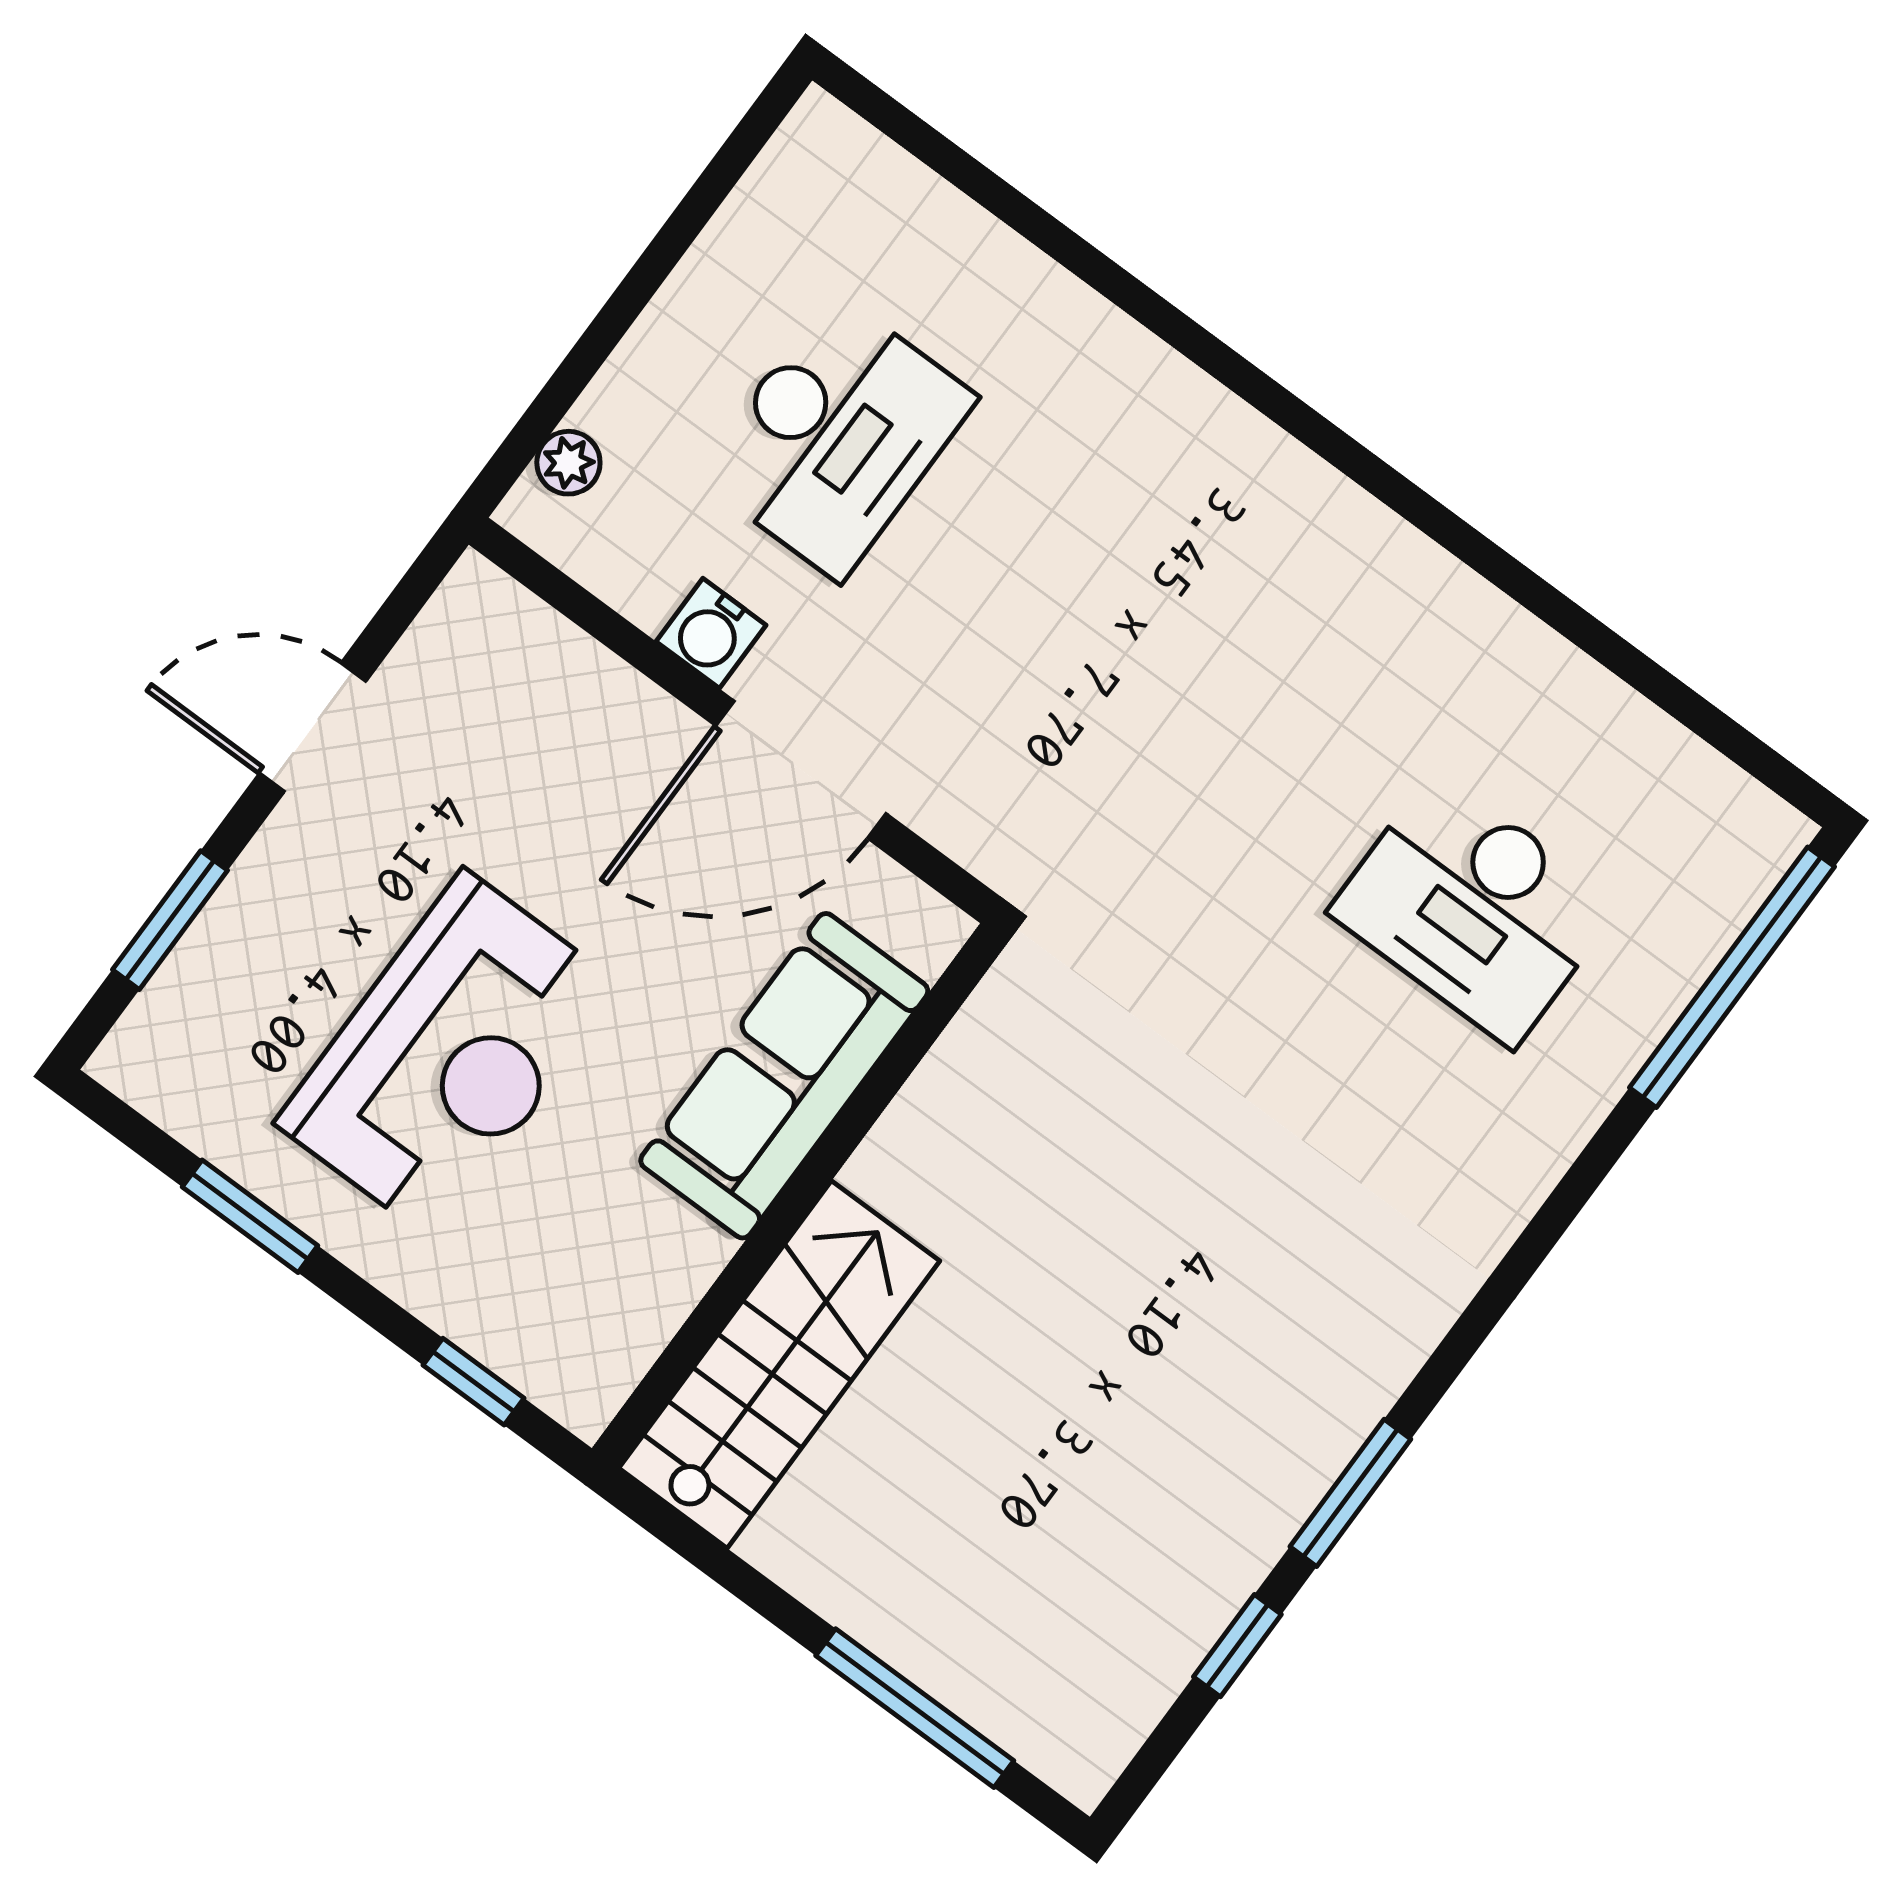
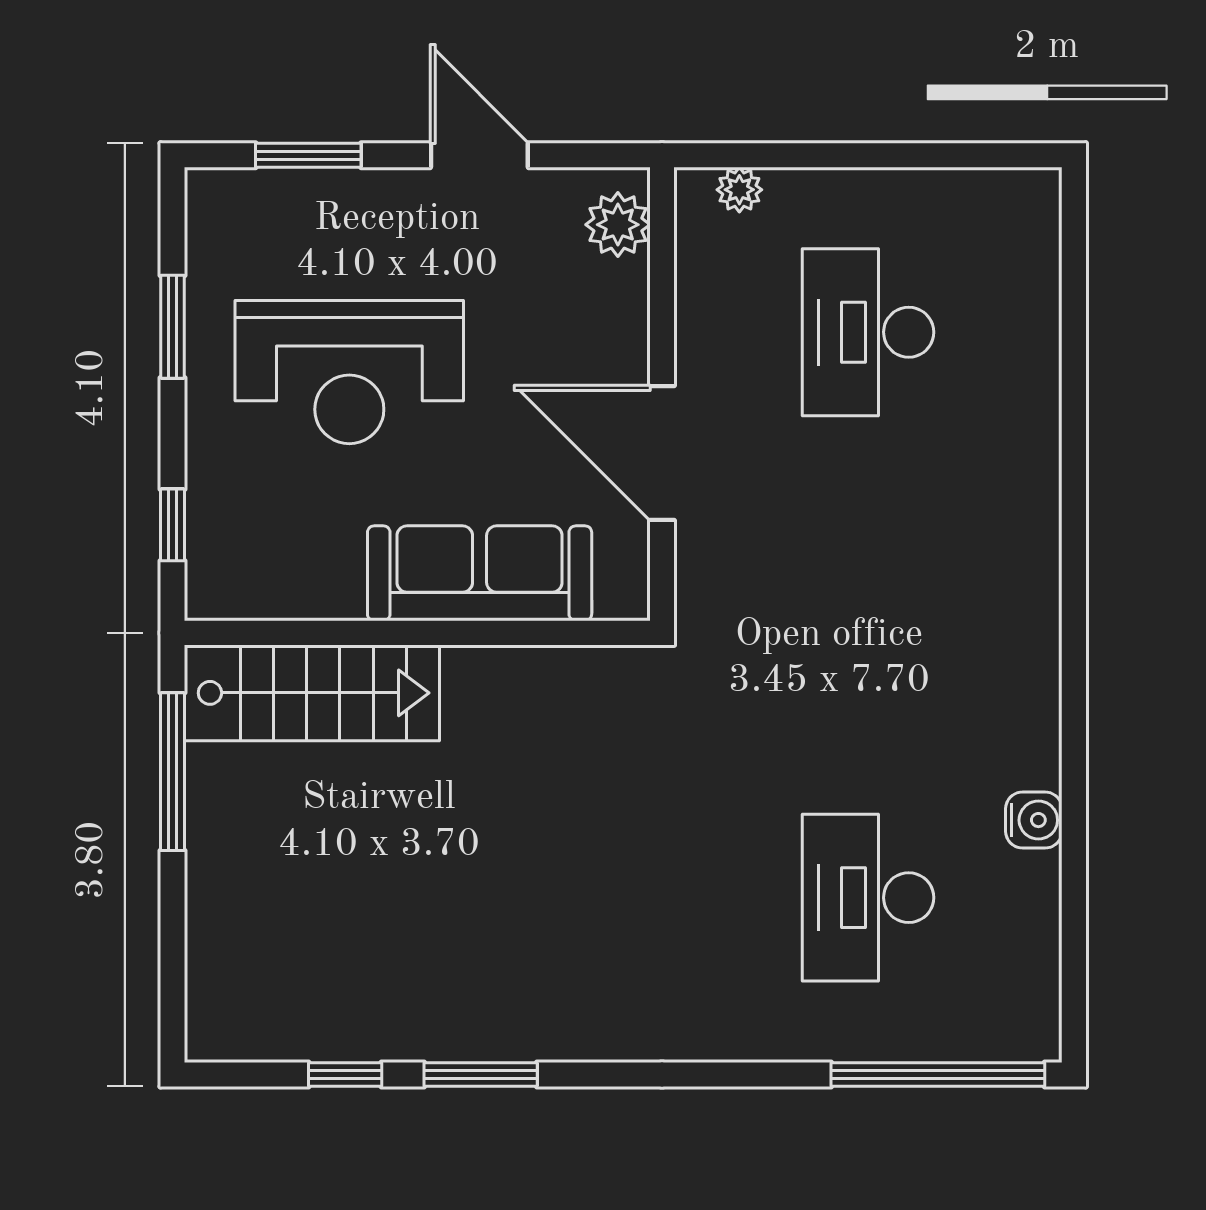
desk: (837, 437) -> (868, 332), turned 90
plant: (506, 629) -> (618, 225), added
water cooler: (711, 633) -> (1034, 820), moved, turned 180
window: (915, 1708) -> (173, 772), moved

